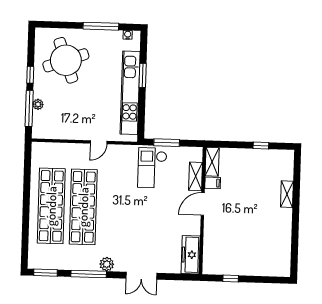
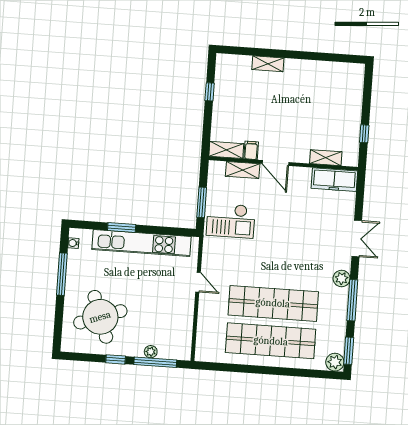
shelving: (209, 247) -> (326, 158), added
plant: (35, 261) -> (335, 362), added

